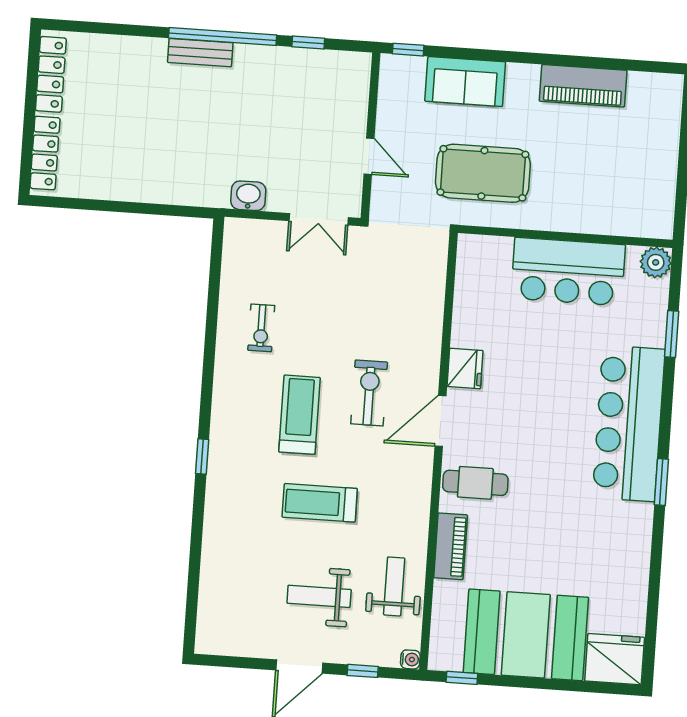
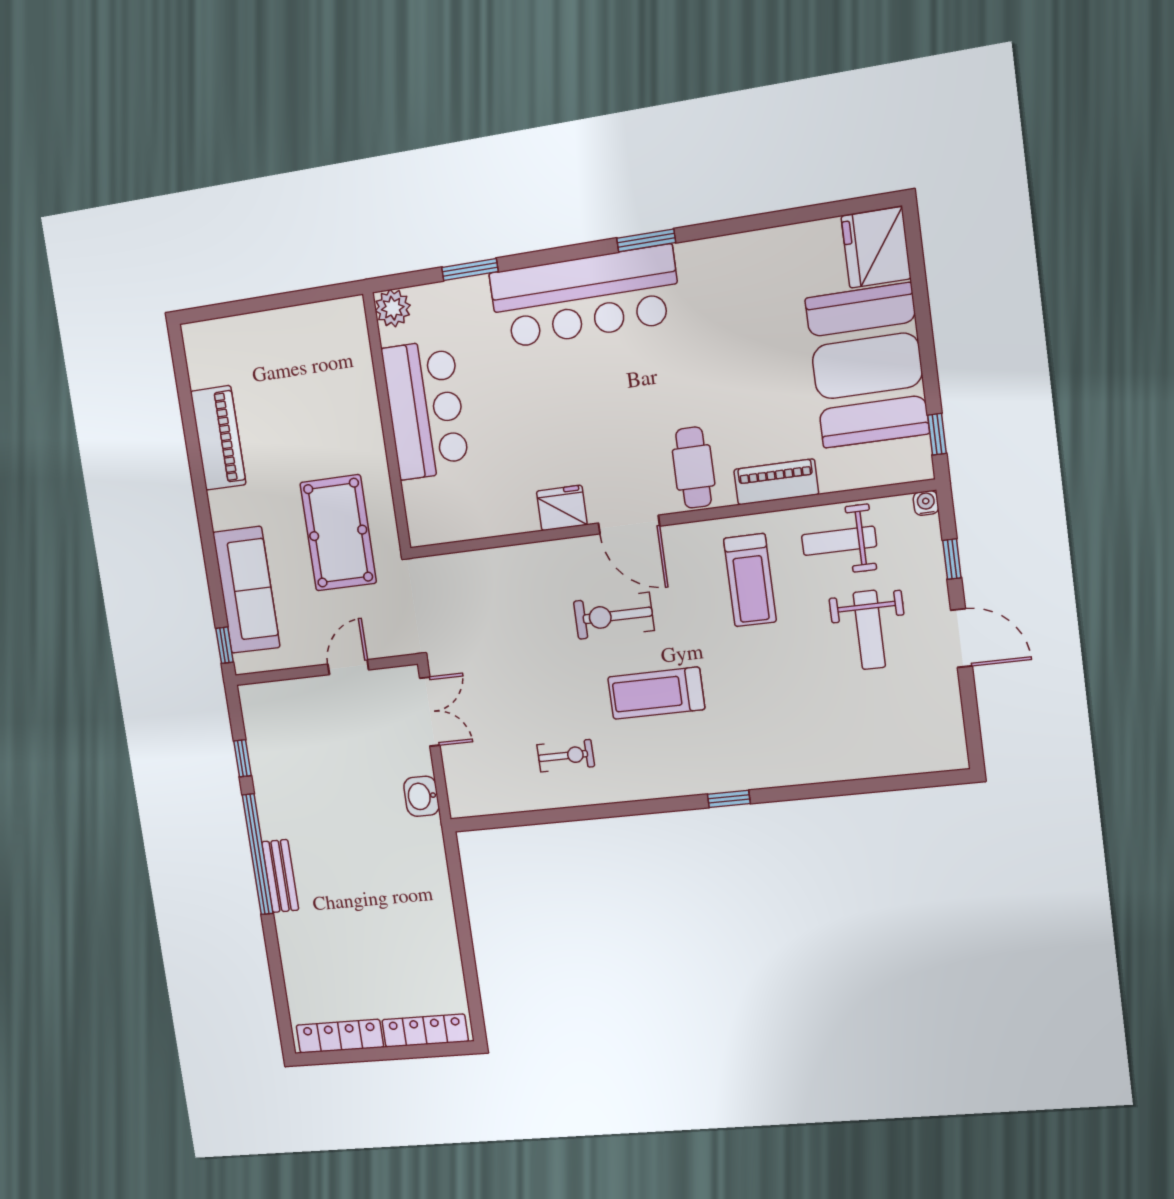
sofa: (465, 82) -> (246, 590), width x1.36
treadmill: (320, 503) -> (750, 580), moved

